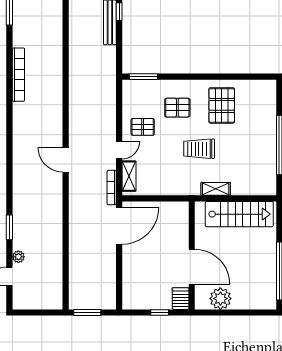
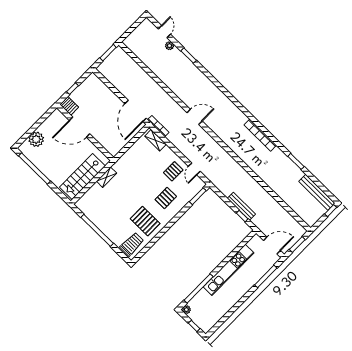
trolley: (199, 149) -> (132, 244), moved
door: (119, 150) -> (194, 169), moved
plant: (220, 299) -> (36, 139), moved

